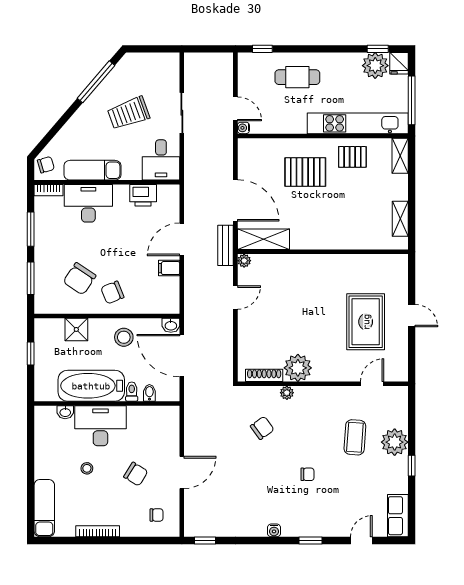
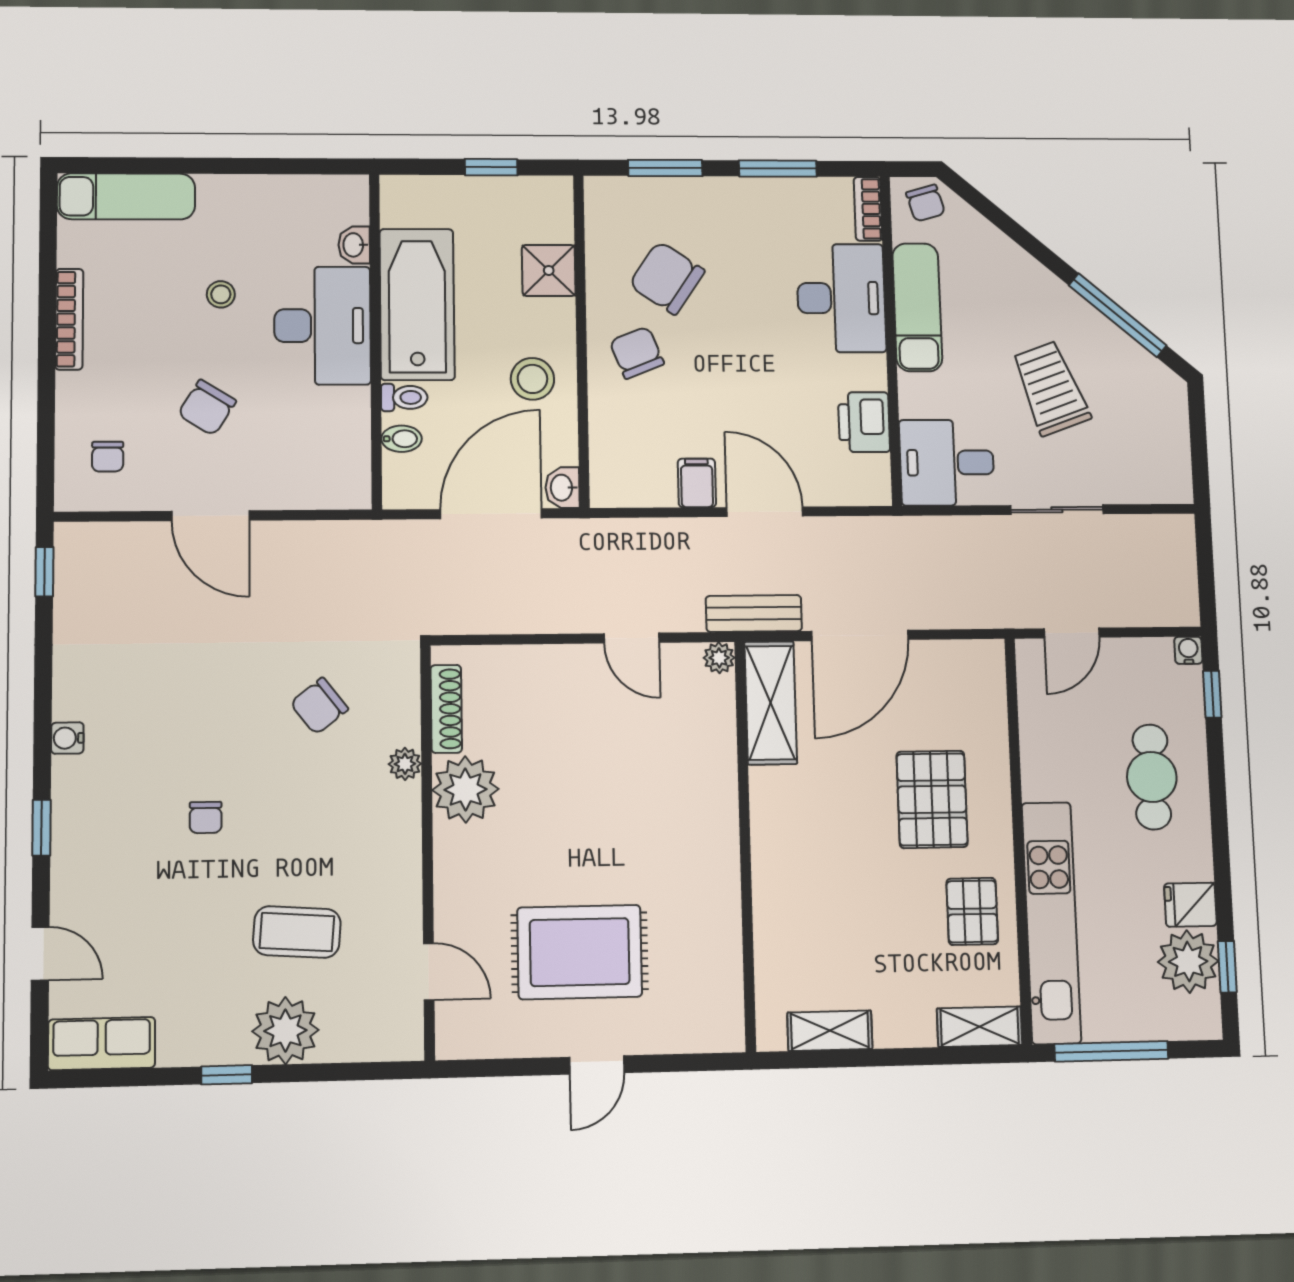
fridge: (399, 63) -> (1190, 905), moved
water cooler: (243, 128) -> (1188, 650), moved
chair: (262, 428) -> (319, 706), turned 88

